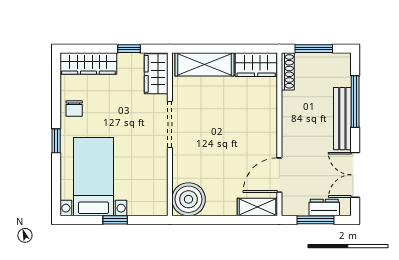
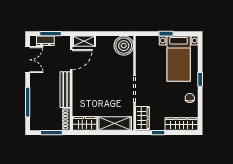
bench: (342, 119) -> (65, 90), moved

